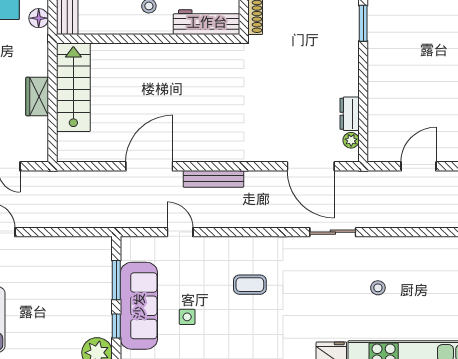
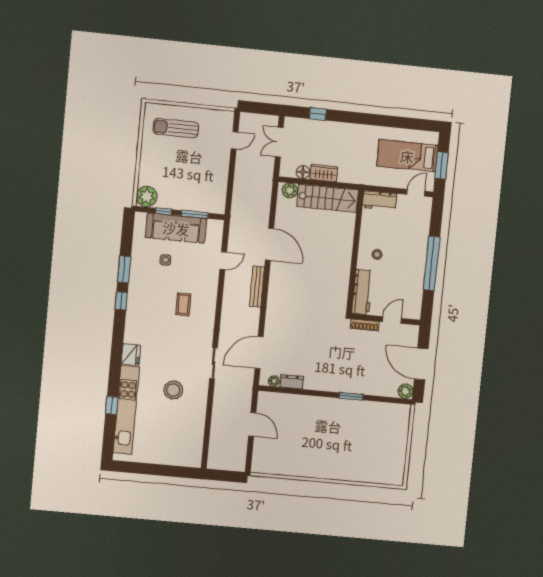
floor lamp: (39, 18) -> (303, 172), moved
plant: (68, 144) -> (290, 191), added
stool: (378, 288) -> (173, 390), width x1.89, depth x1.89

